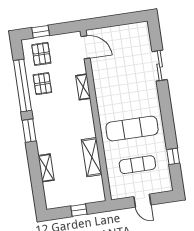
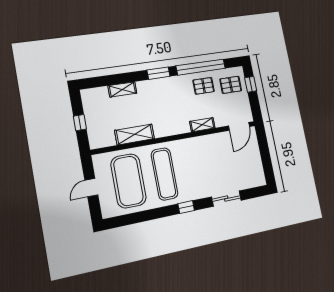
window: (173, 156) -> (186, 207), moved
exercise mat: (137, 165) -> (128, 181), width x2.00, depth x1.45

